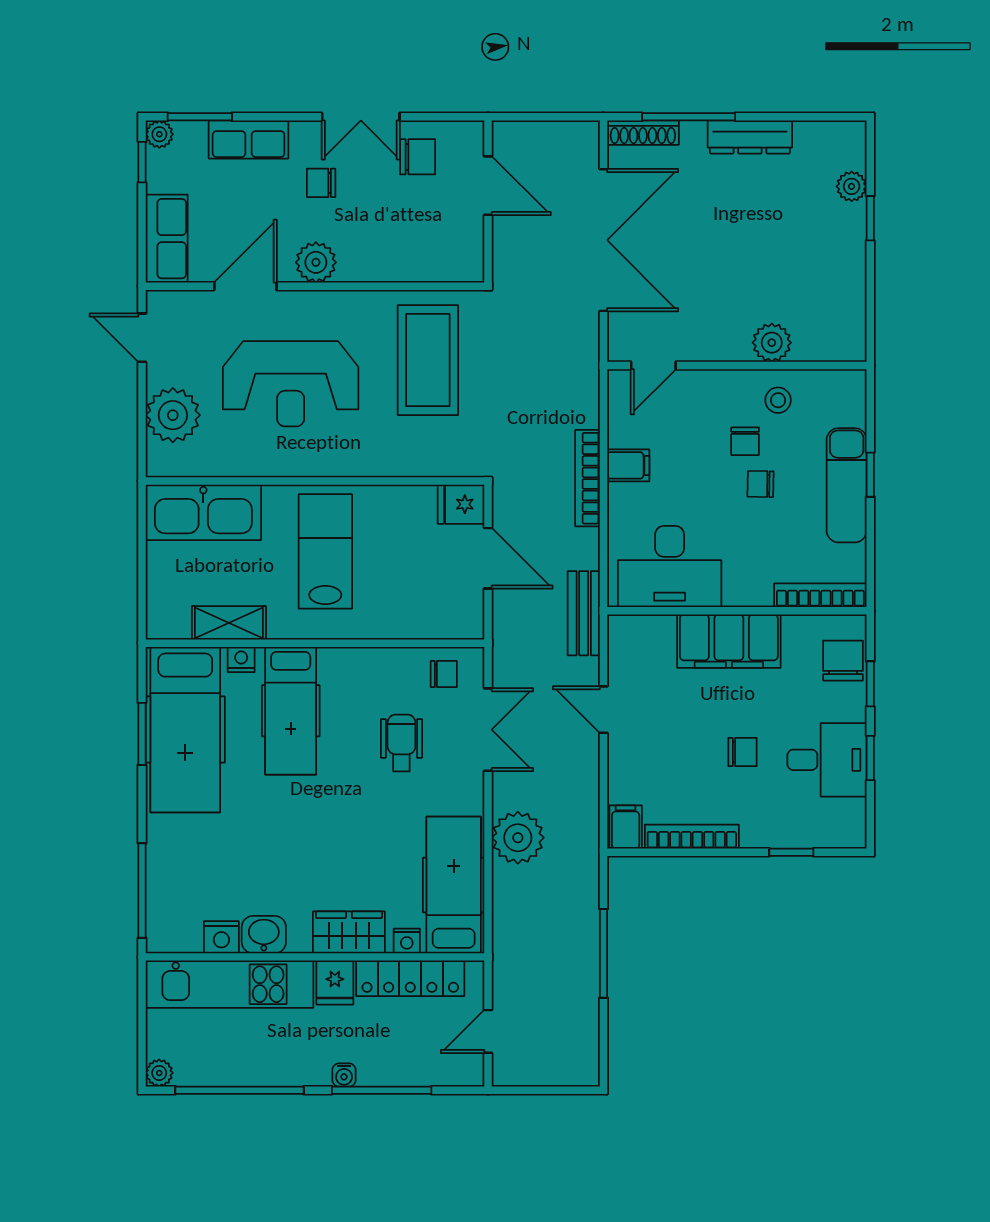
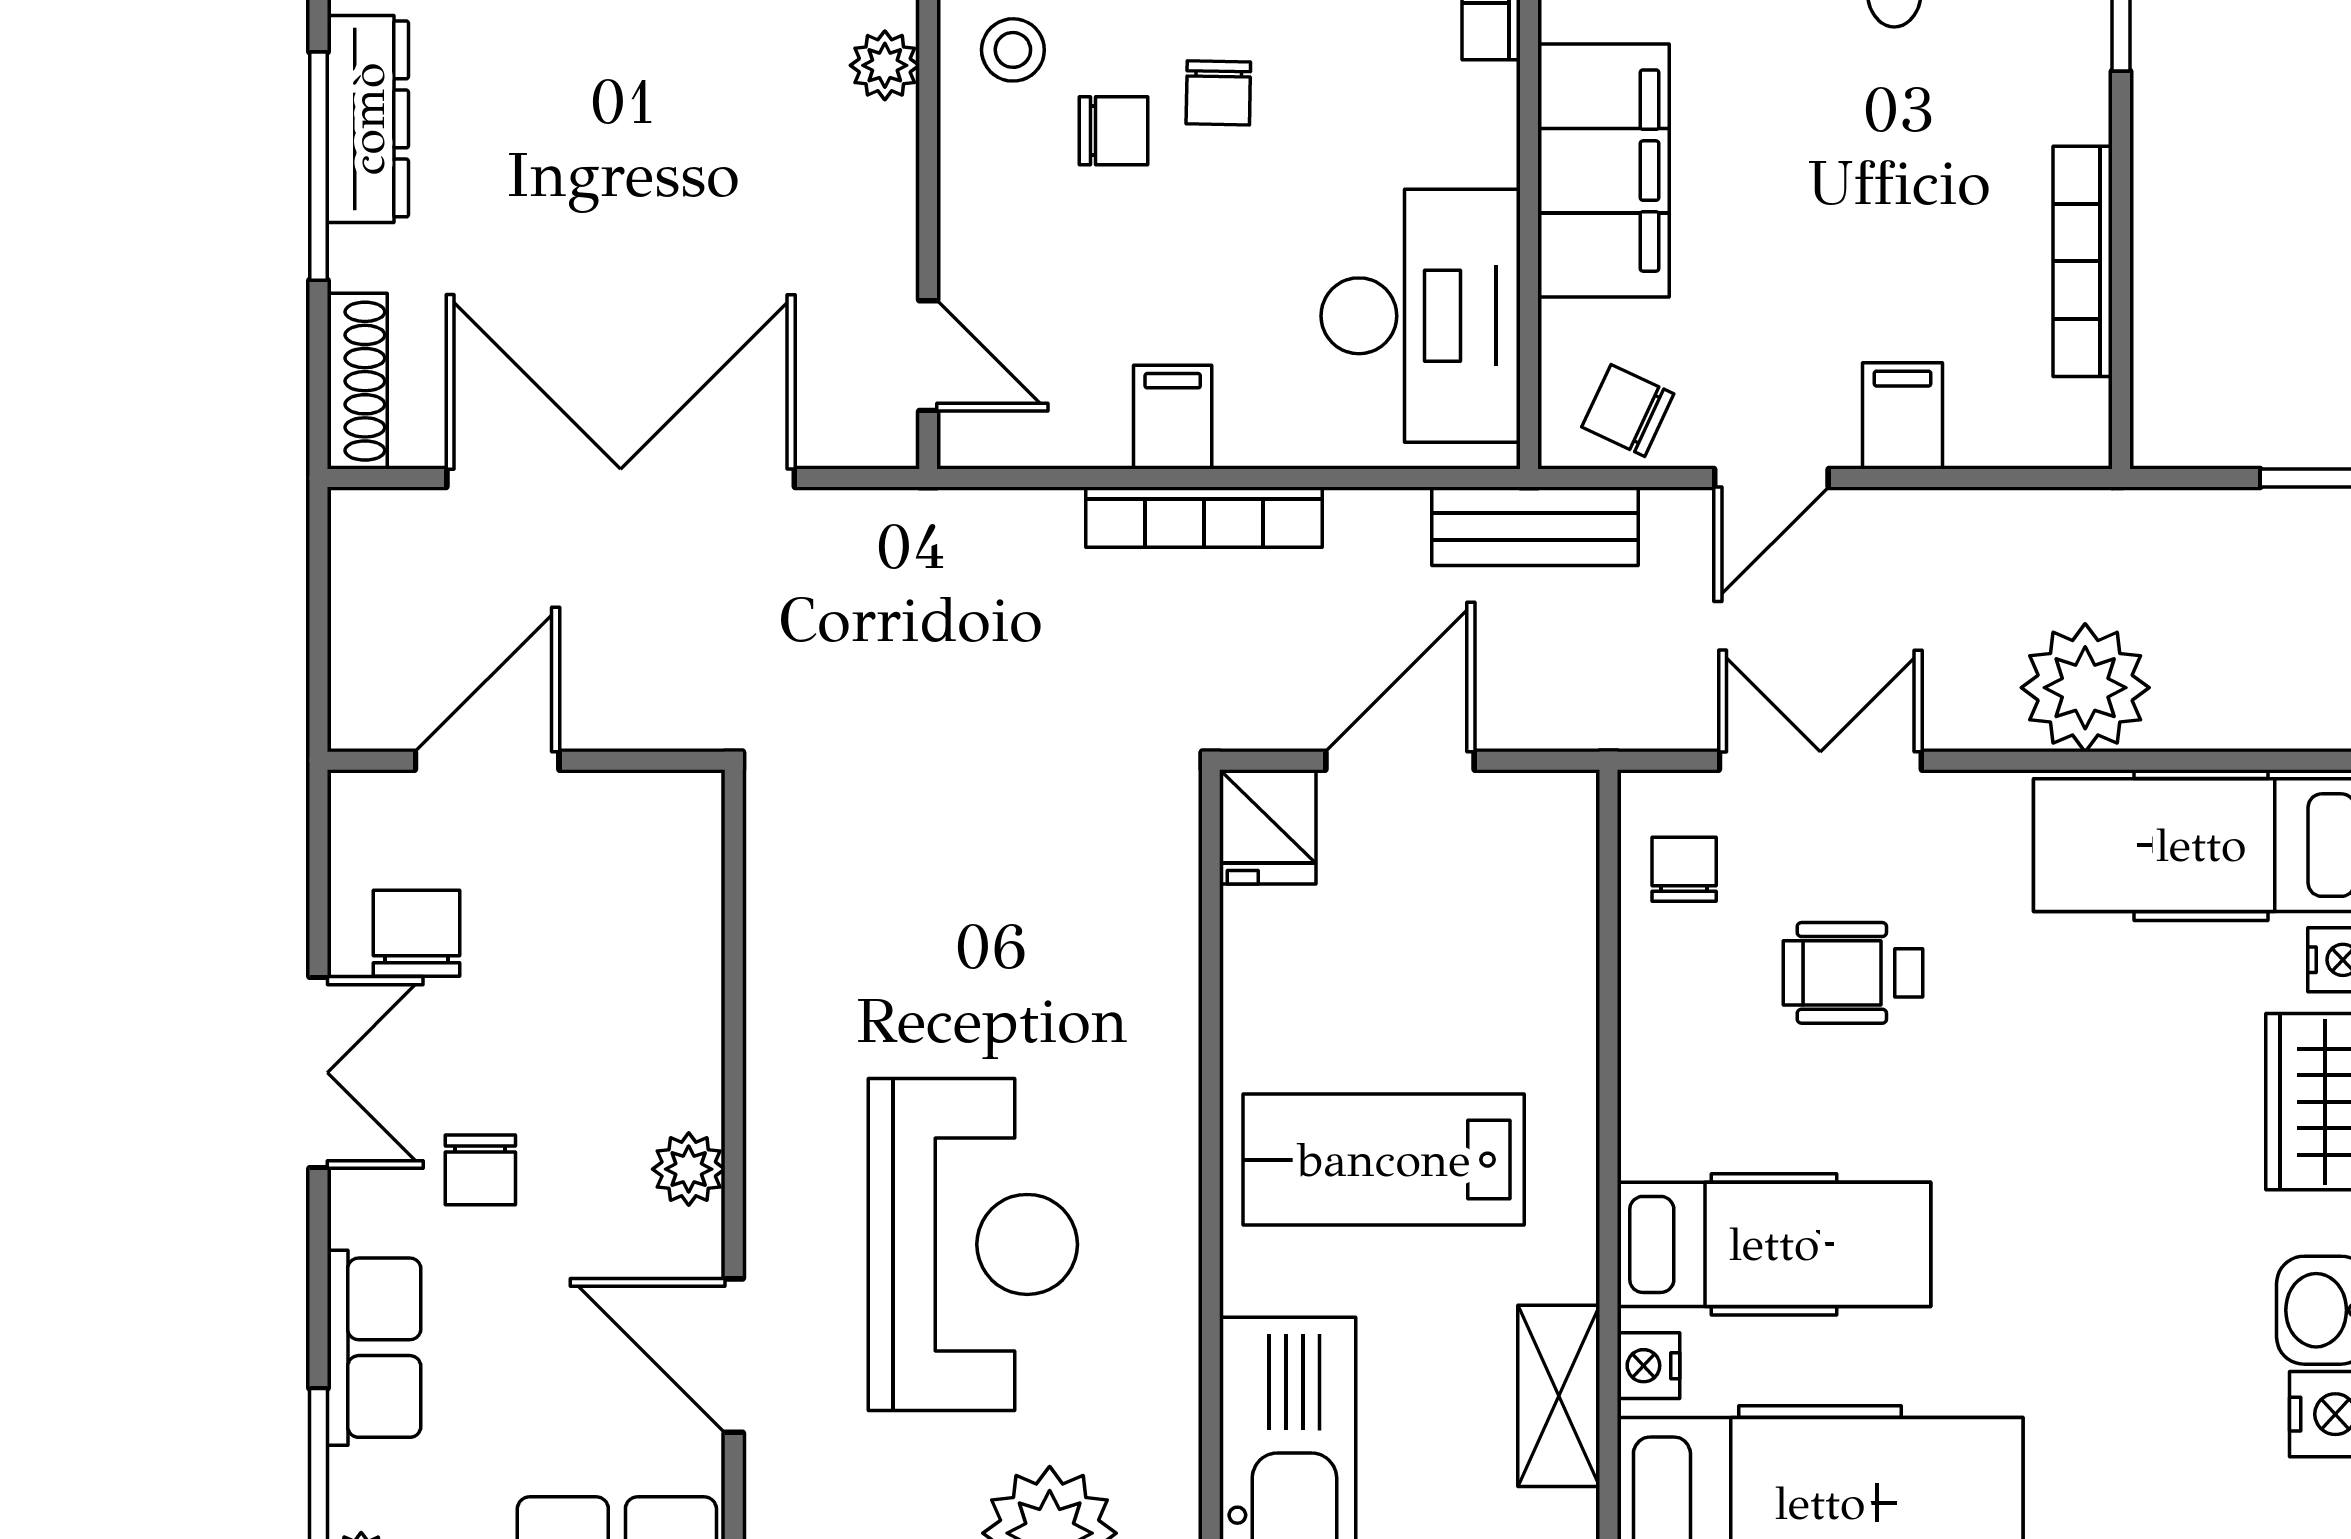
window: (689, 117) -> (318, 166), moved
plant: (316, 262) -> (689, 1169), width x0.73, depth x0.73
plant: (772, 343) -> (885, 65), width x0.73, depth x0.73
coffee table: (428, 360) -> (915, 908), removed
chair: (742, 752) -> (1628, 410), moved, turned -65
filing cabinet: (626, 827) -> (1903, 416), moved, turned 90

